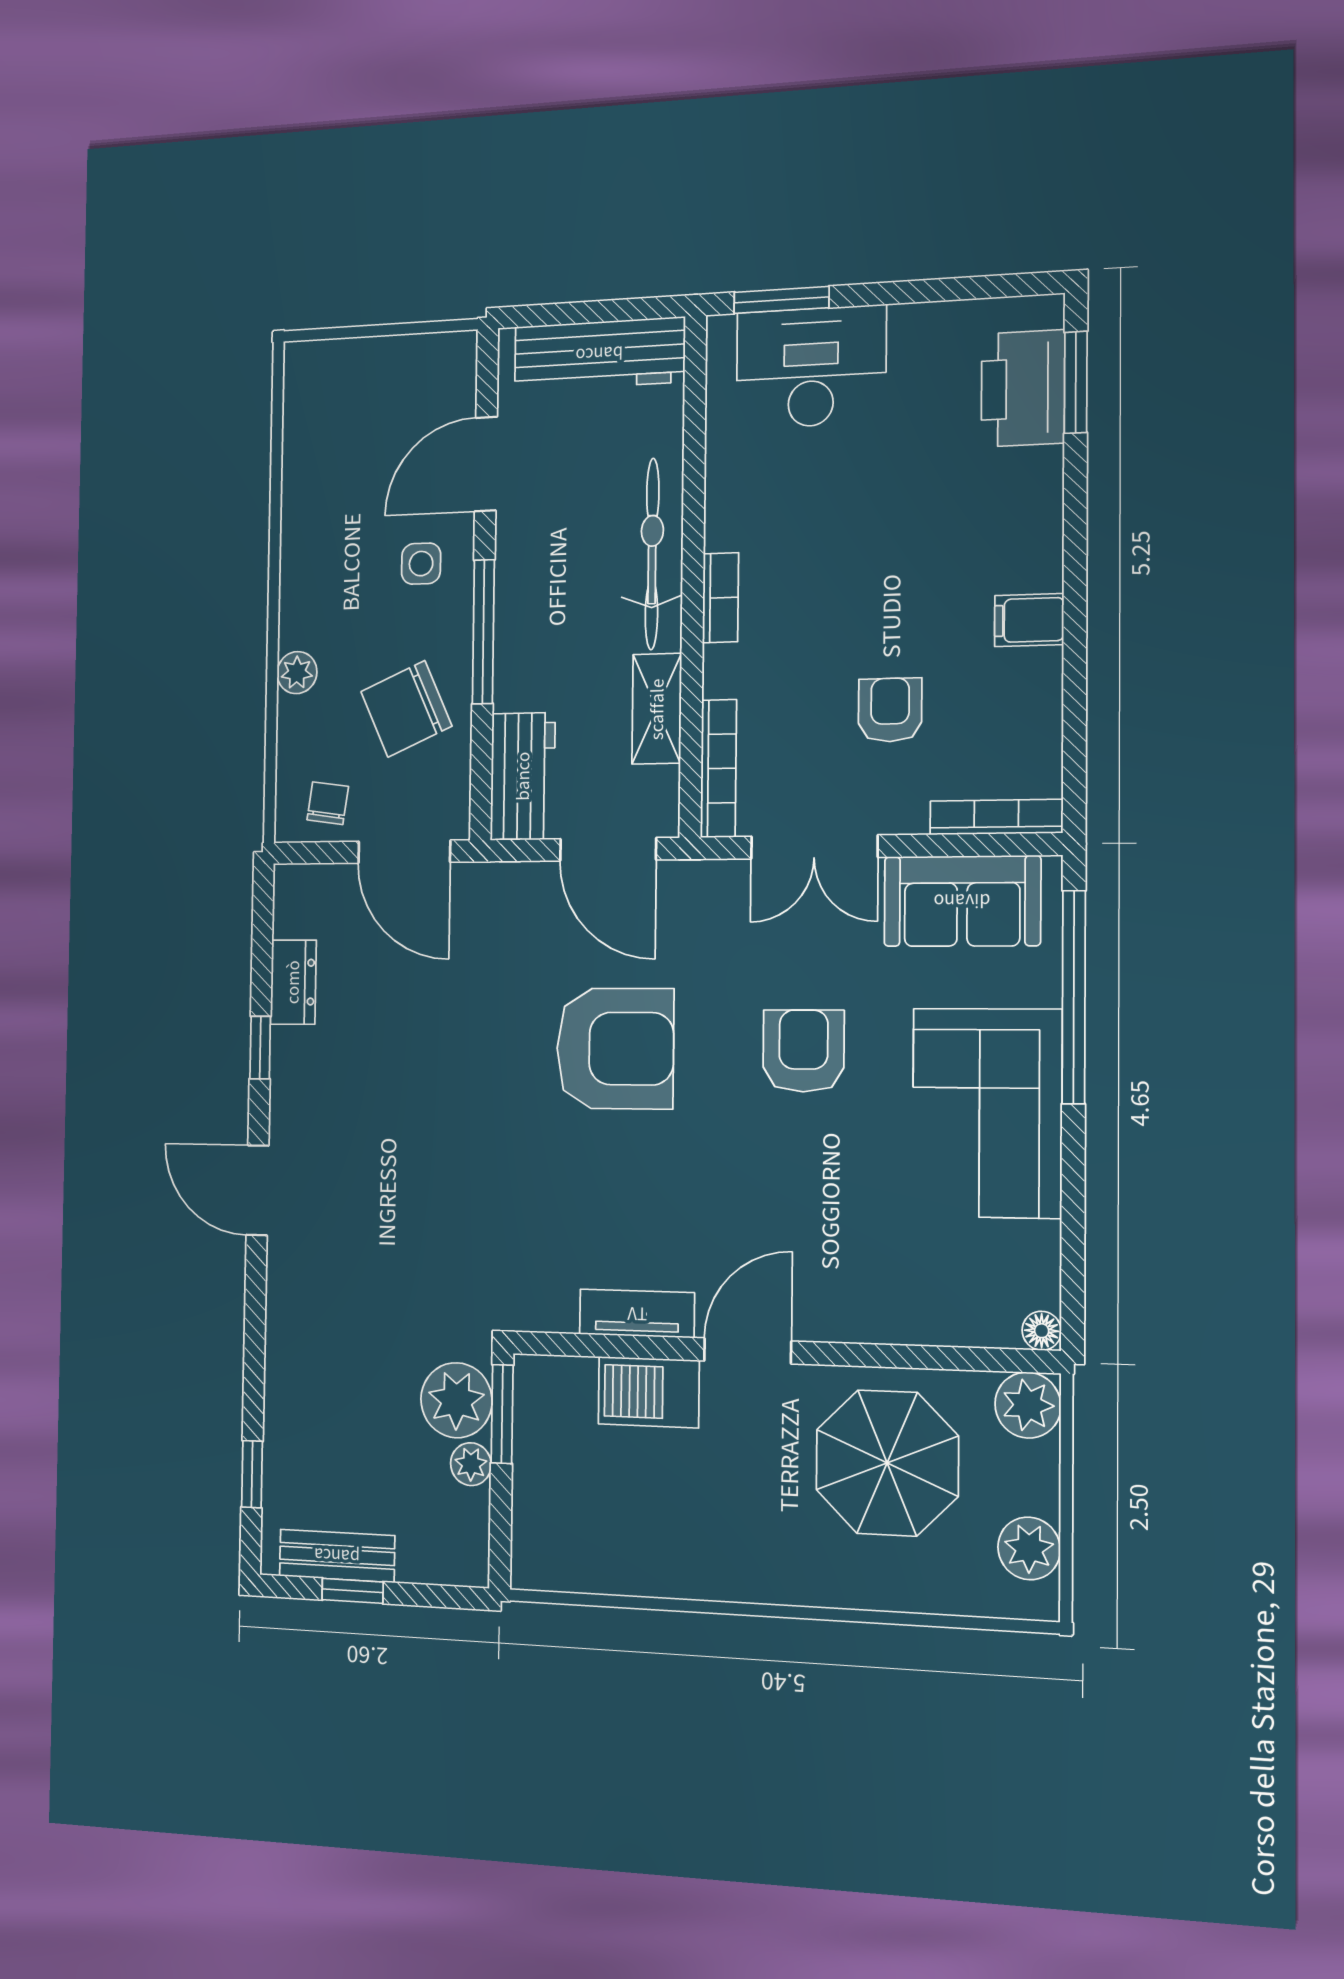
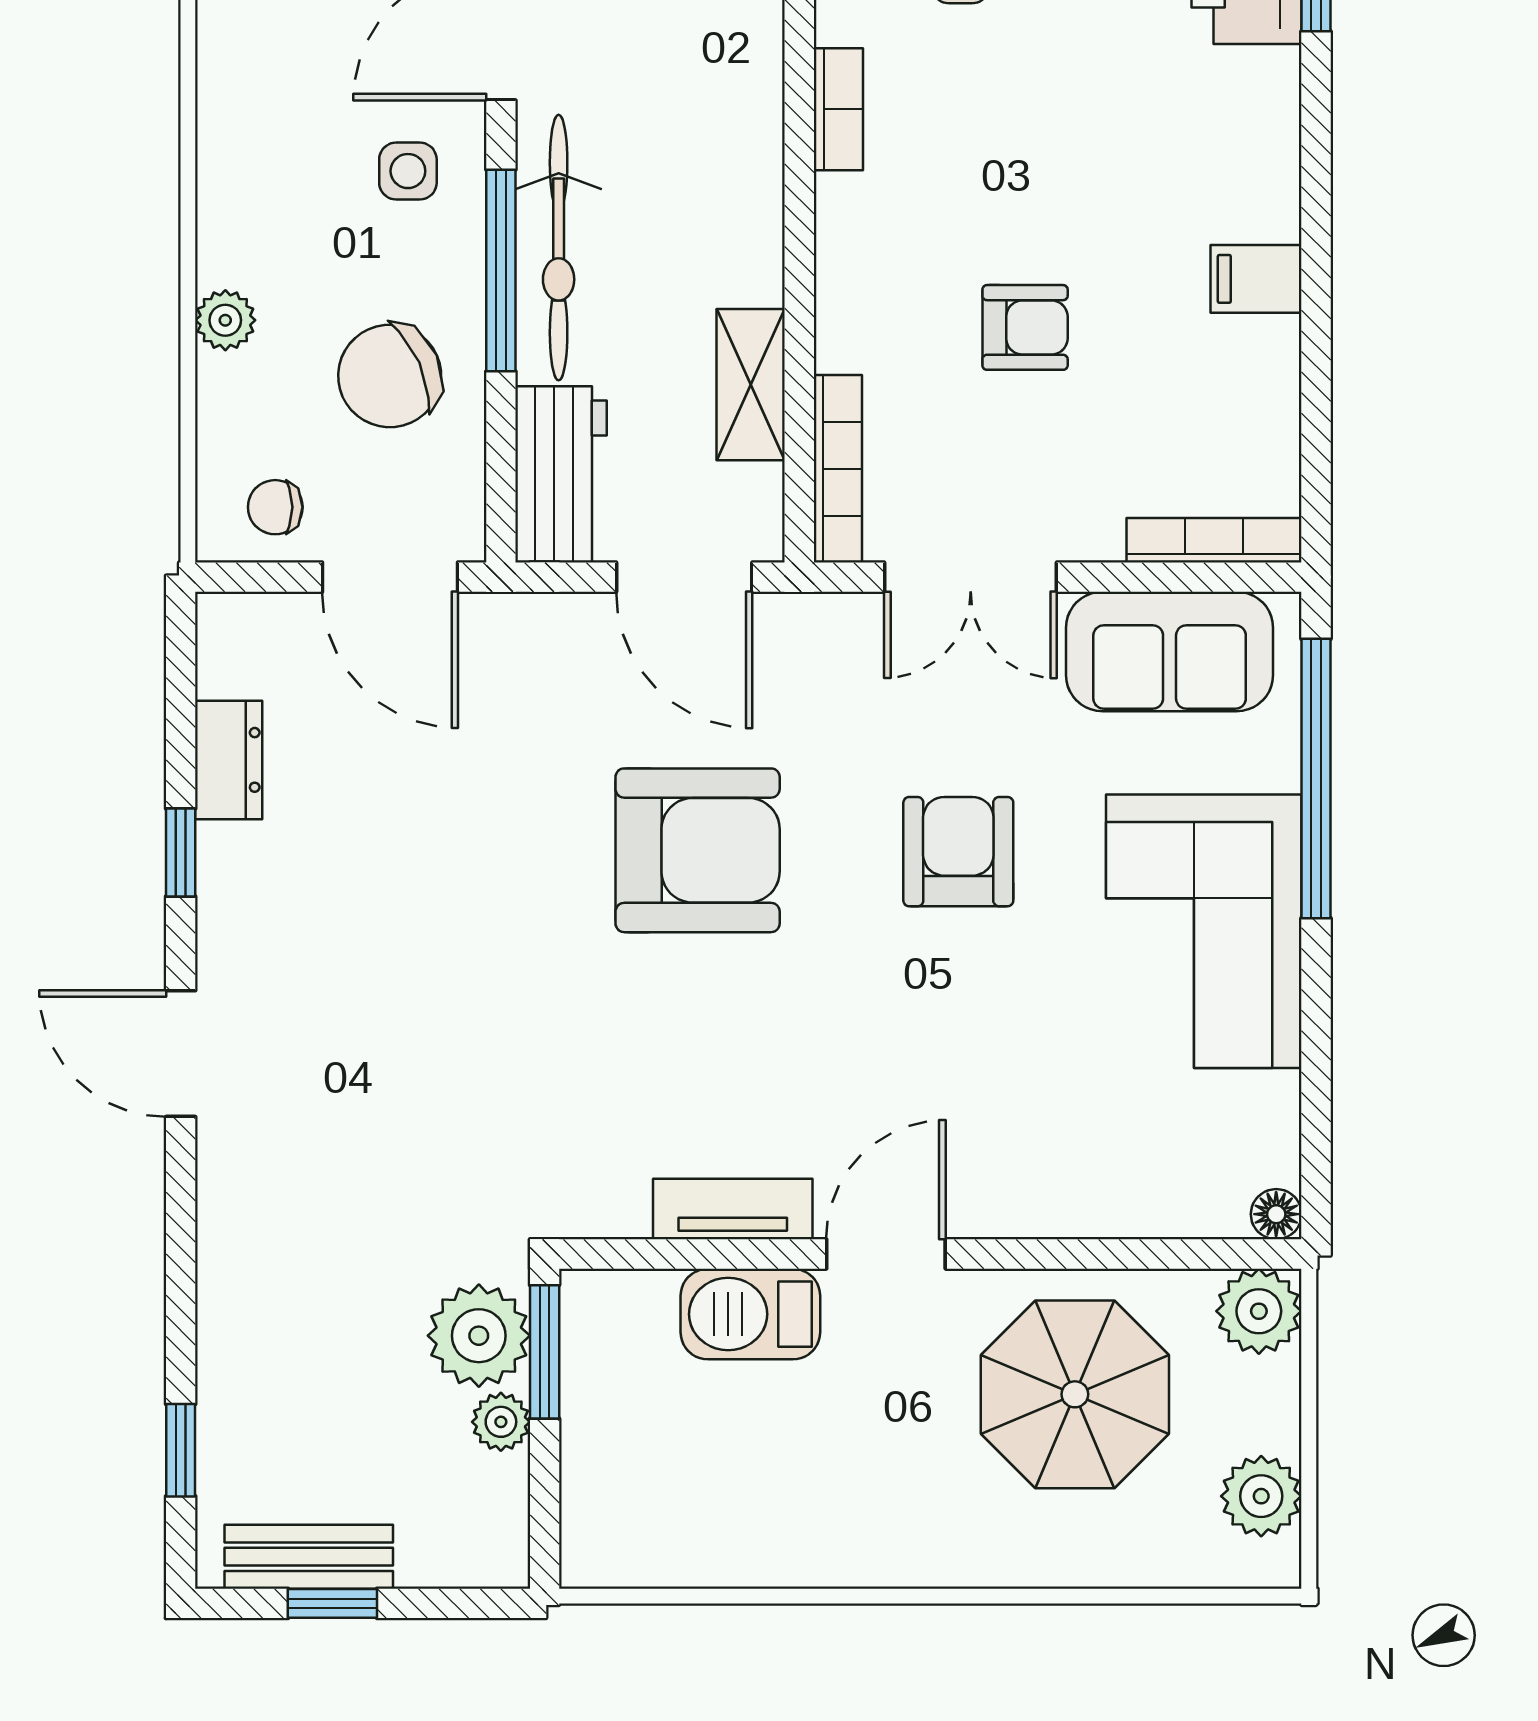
bicycle: (652, 554) -> (559, 248), moved, turned 180
bookcase: (721, 598) -> (838, 109), moved
armchair: (890, 710) -> (1025, 327), moved, turned 90
chair: (328, 803) -> (275, 507), turned -98

